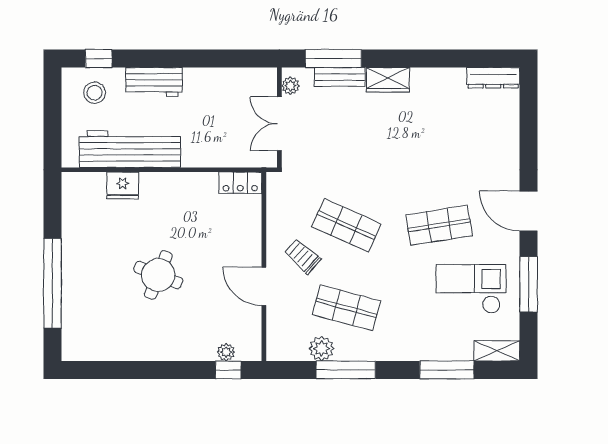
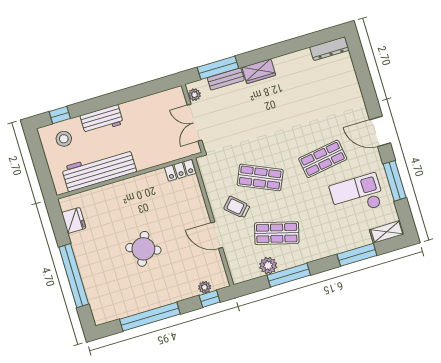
fridge: (123, 186) -> (74, 220), moved, turned -90
window: (140, 370) -> (150, 317), added

